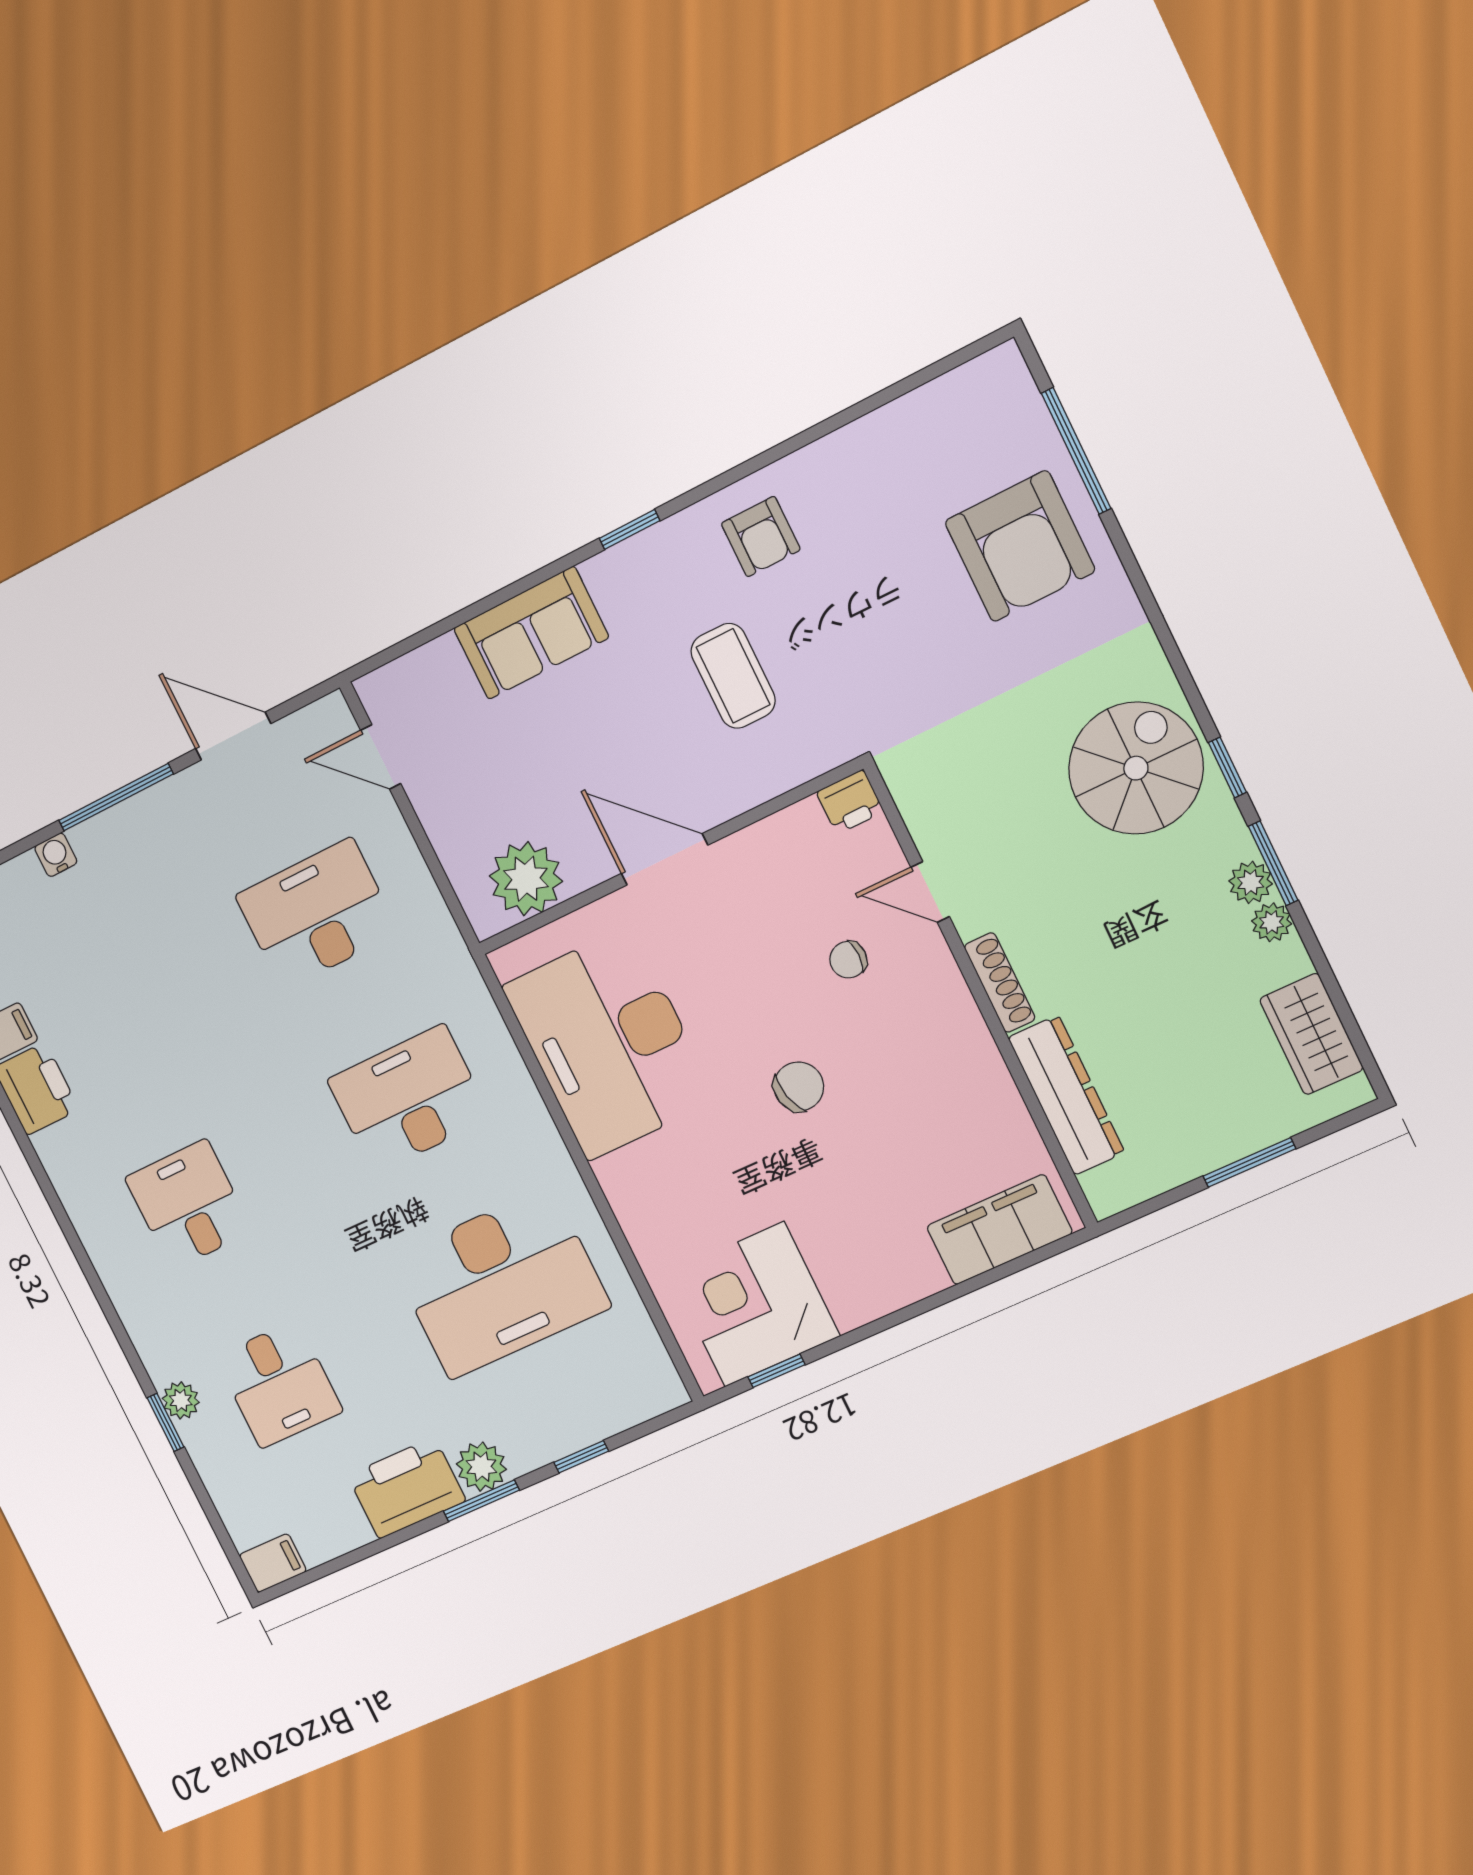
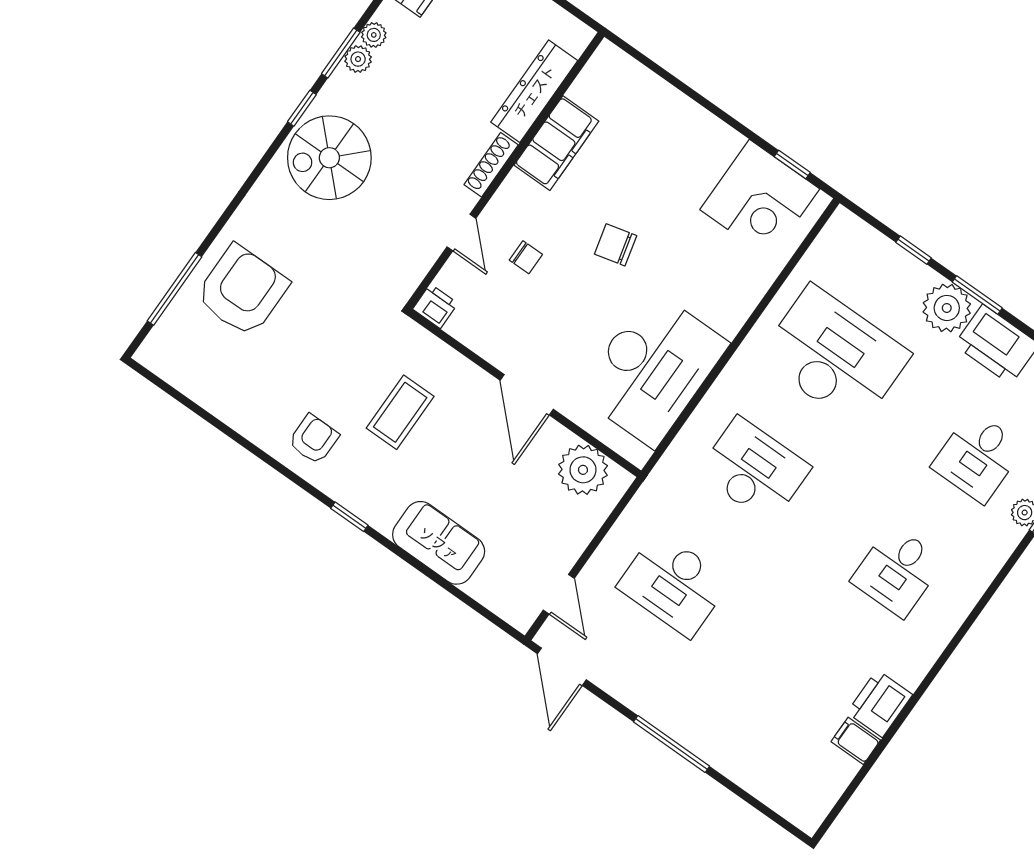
door: (233, 736) -> (562, 667), moved
water cooler: (56, 855) -> (727, 764), removed
desk: (409, 1099) -> (754, 470), turned 180
filing cabinet: (999, 1230) -> (556, 143), moved, turned -90
desk: (279, 1384) -> (978, 457), turned 180
plant: (481, 1467) -> (947, 308), width x1.36, depth x1.36

